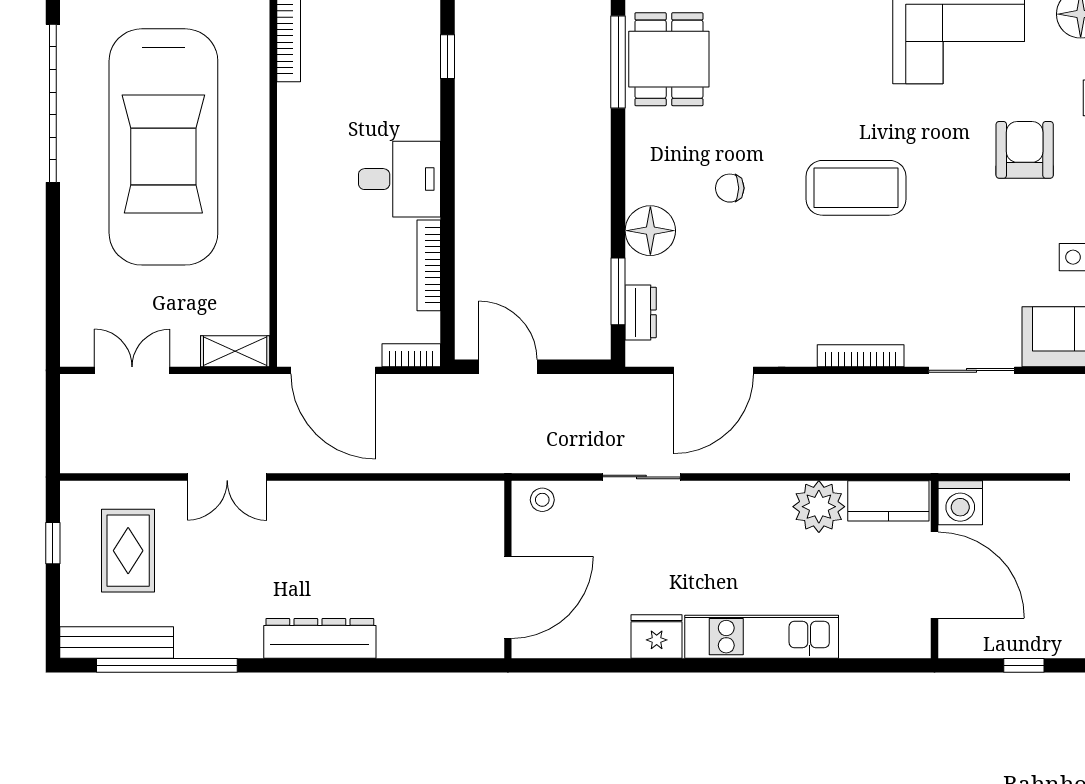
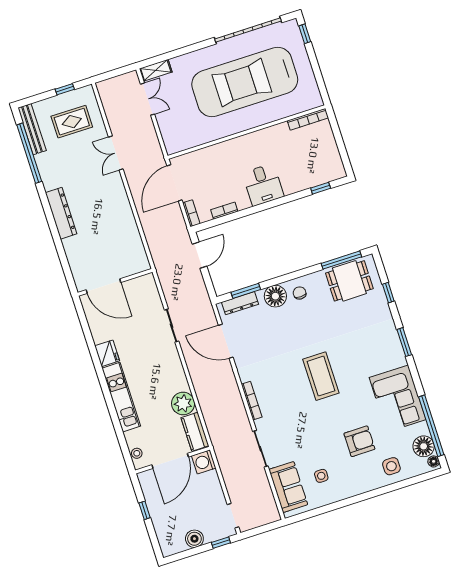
chair: (730, 188) -> (300, 293), moved
bookcase: (429, 265) -> (224, 211), width x0.64
dresser: (641, 312) -> (240, 303), width x1.44
shelving: (235, 351) -> (156, 70), moved, turned 90
stool: (542, 500) -> (137, 453), moved

